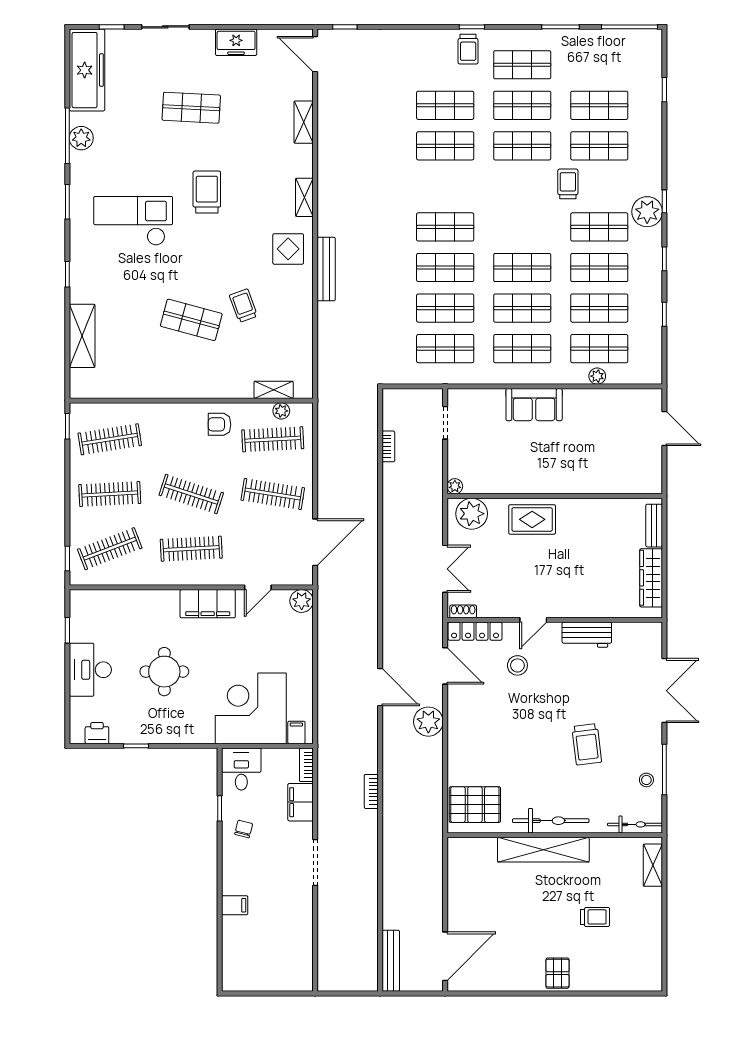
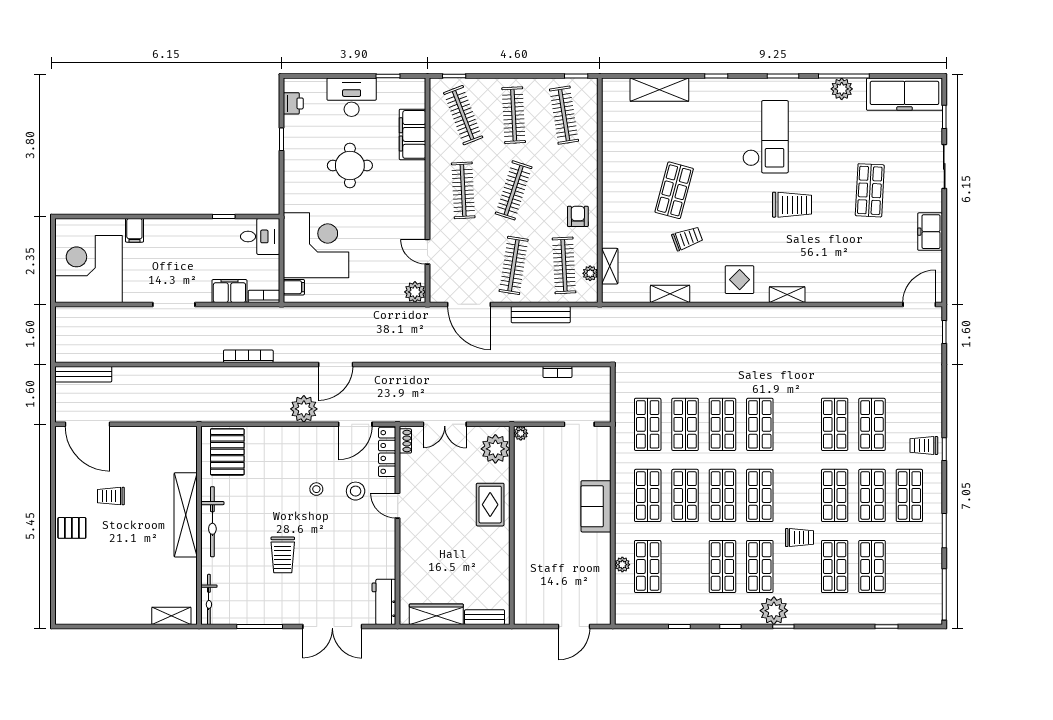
shelving: (304, 122) -> (670, 294), moved
bench: (326, 269) -> (541, 315), moved
shop shelf: (599, 308) -> (760, 495), moved
filing cabinet: (208, 604) -> (412, 134), moved
workbench: (587, 635) -> (384, 602), moved
trolley: (587, 744) -> (283, 555), turned -83
stool: (646, 780) -> (316, 489), moved
bookcase: (371, 791) -> (248, 356), width x1.56
chair: (244, 829) -> (205, 239), removed
trolley: (595, 917) -> (111, 496), moved, turned 90
corner desk: (277, 955) -> (89, 269), added

